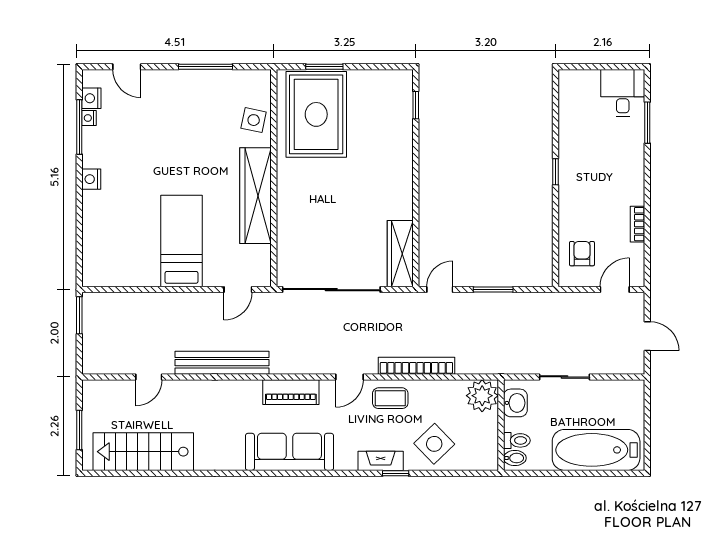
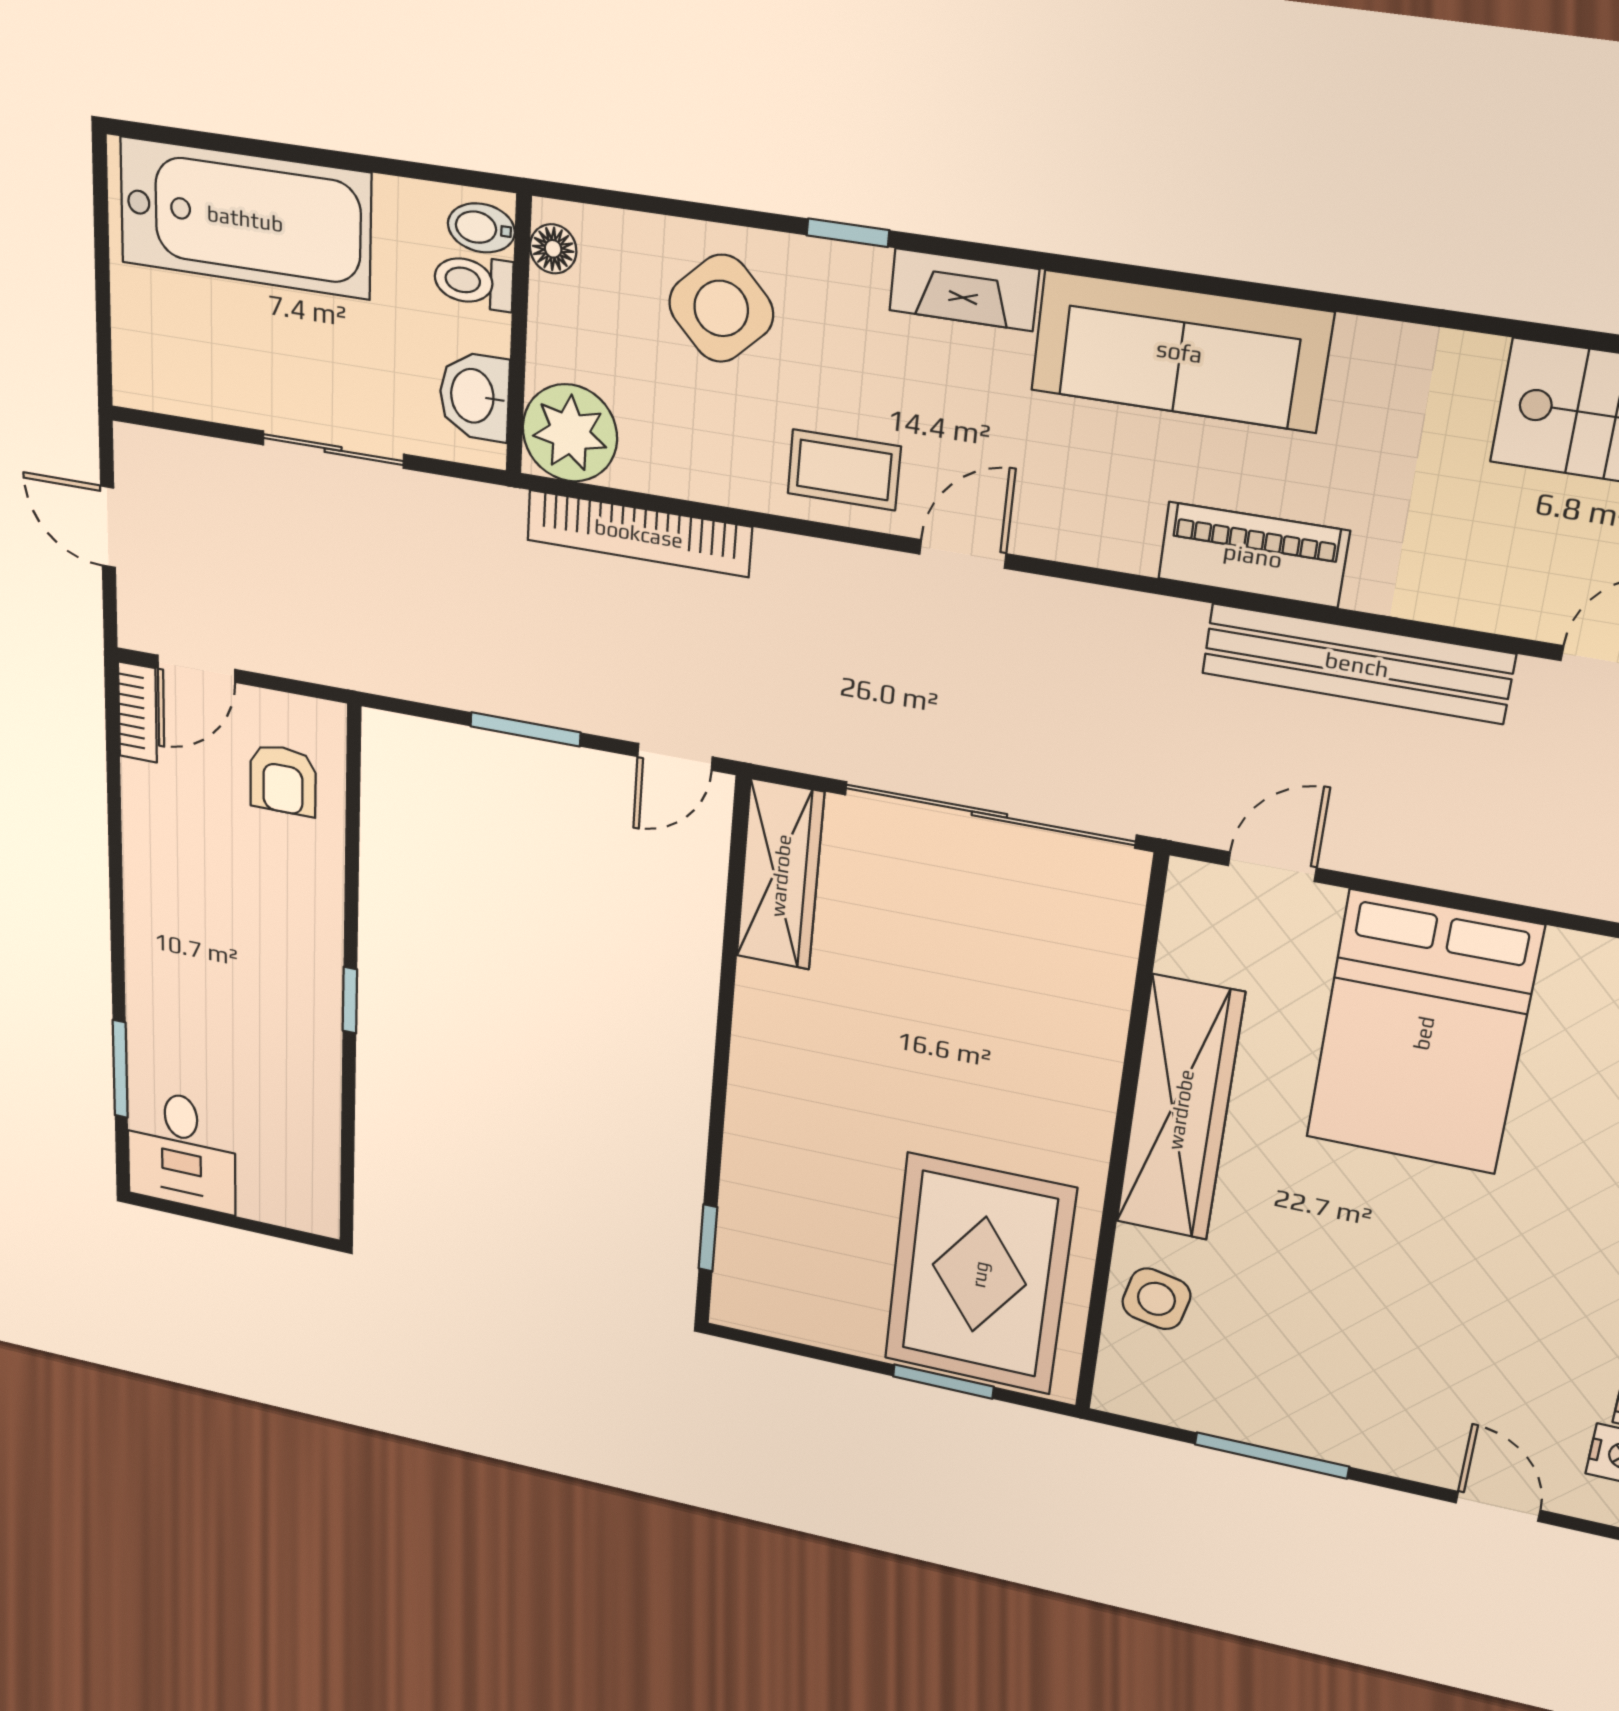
bookcase: (638, 224) -> (137, 712), moved
bed: (181, 241) -> (1423, 1033), width x1.50
bookcase: (416, 366) -> (639, 533), moved
piano: (291, 392) -> (1253, 555), moved
floor lamp: (491, 455) -> (553, 249), added
fireplace: (381, 461) -> (964, 290), moved

